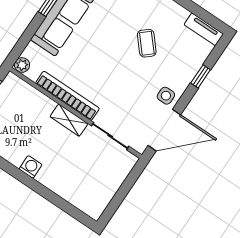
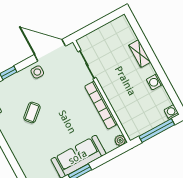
shelving: (69, 120) -> (140, 54), moved
washing machine: (31, 167) -> (155, 82), moved

